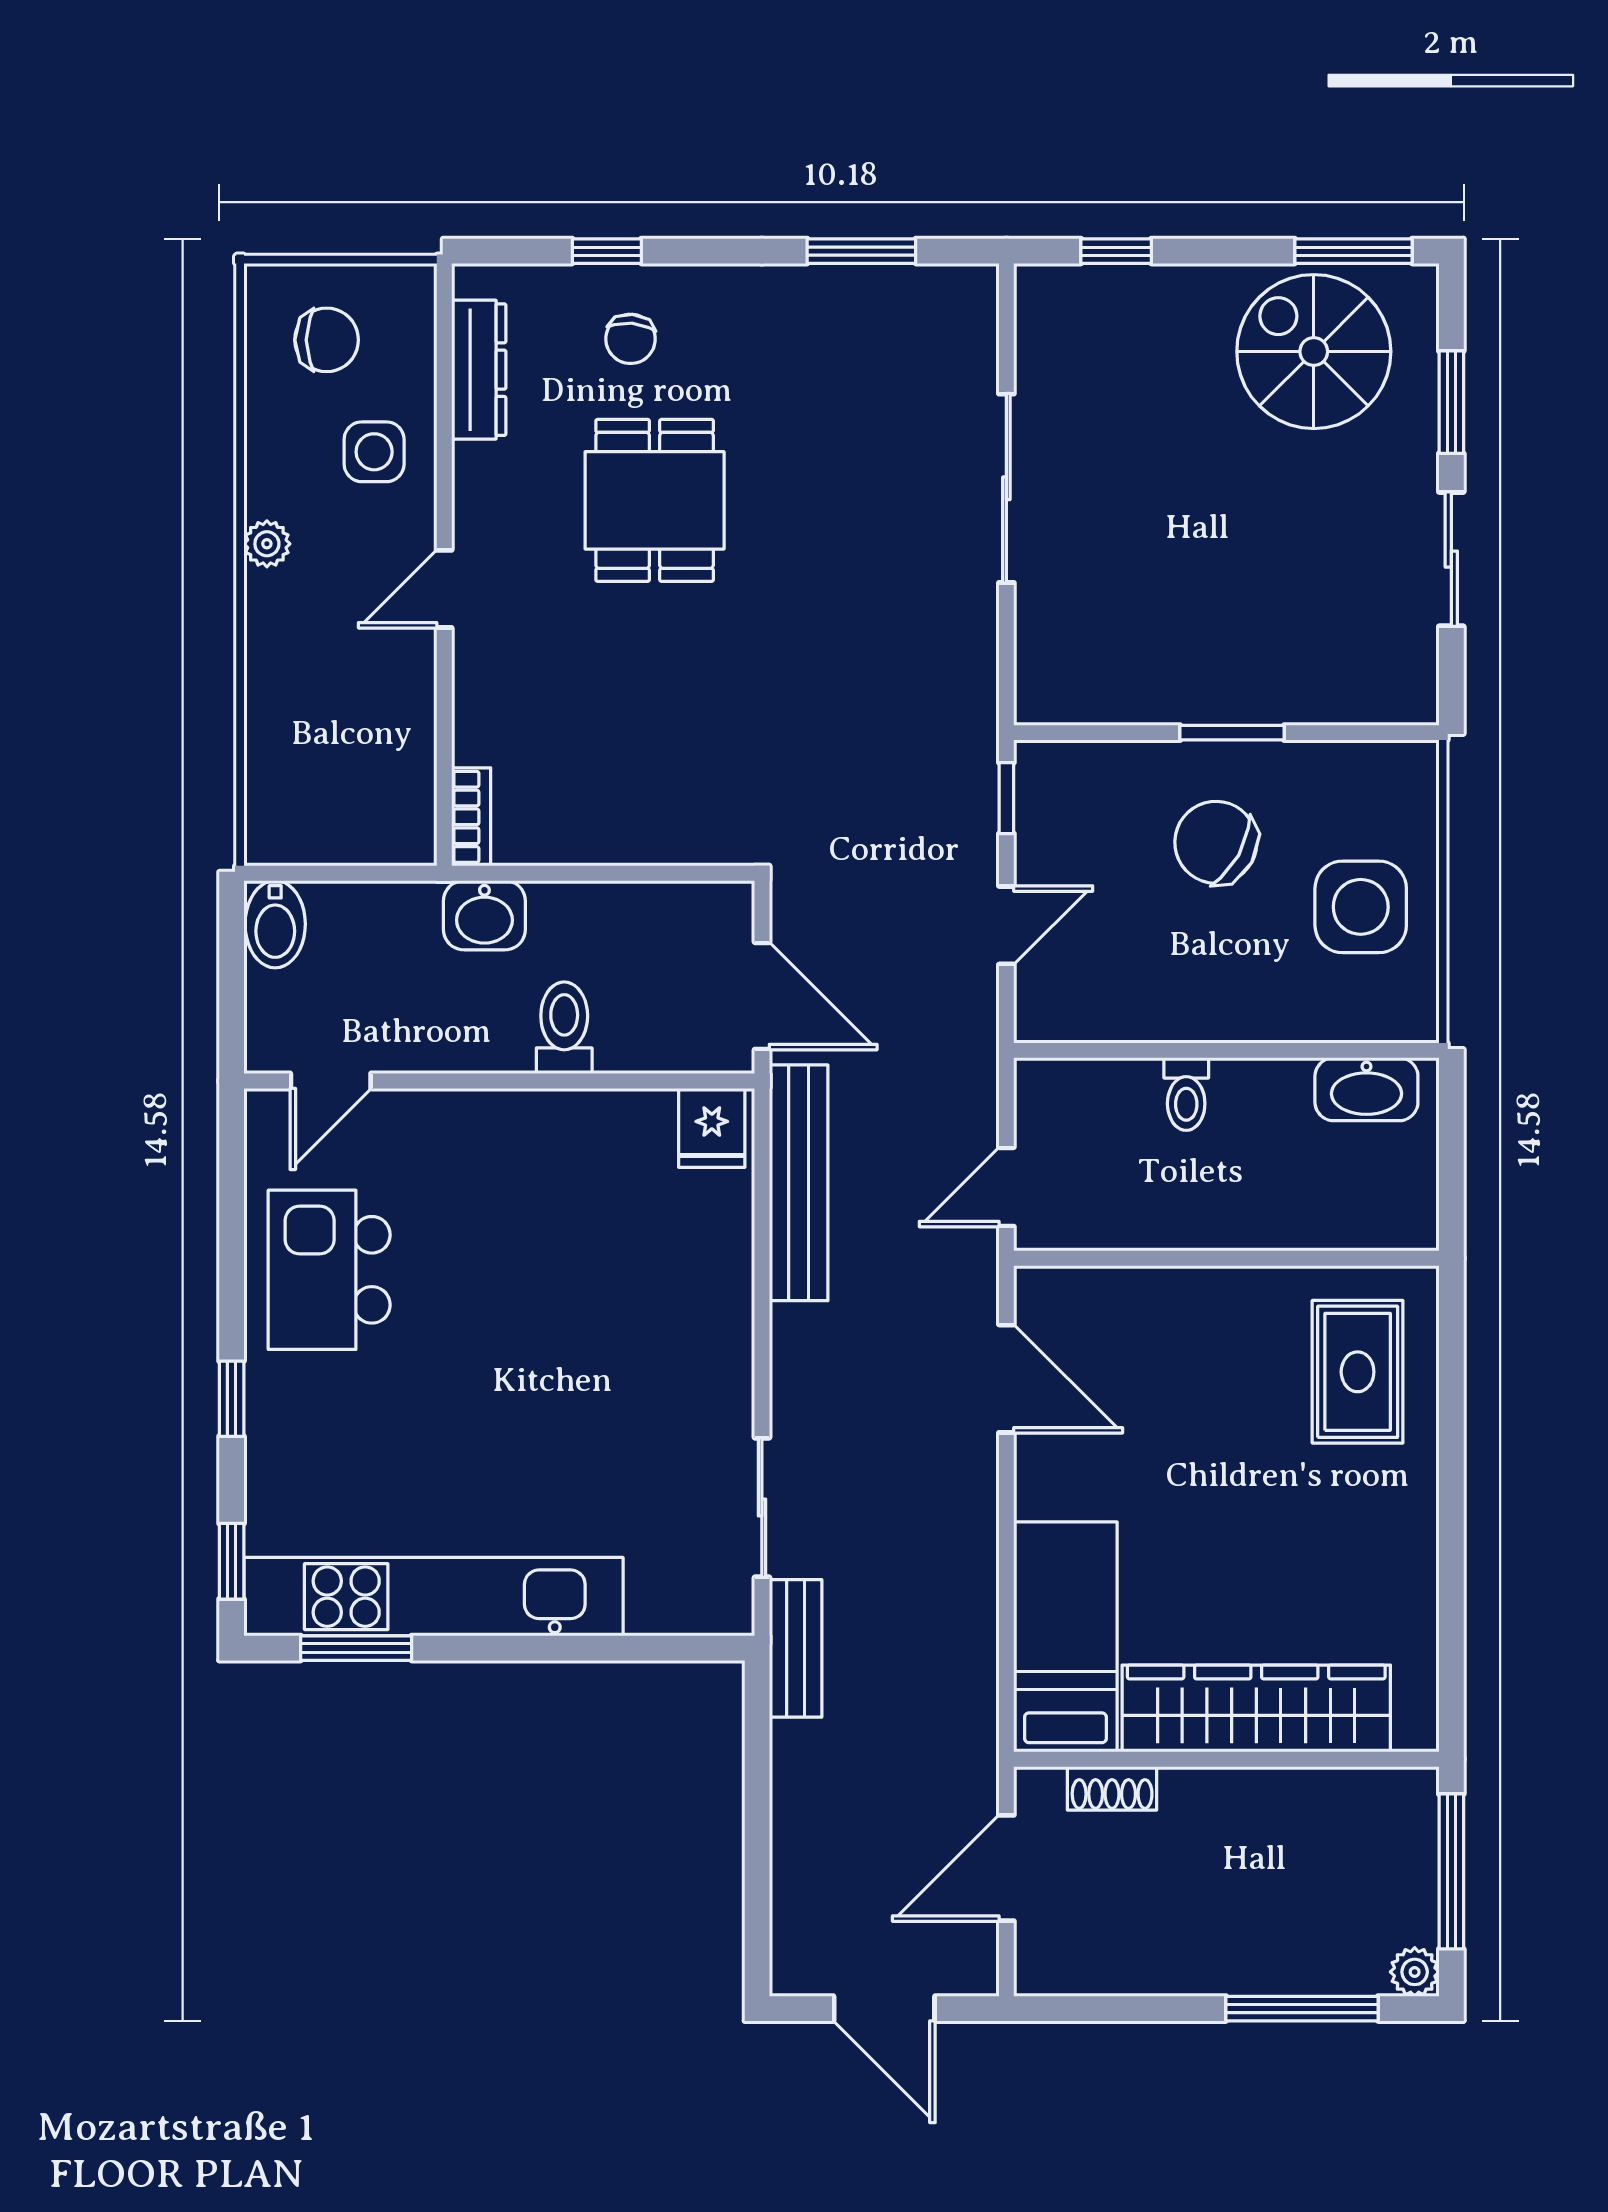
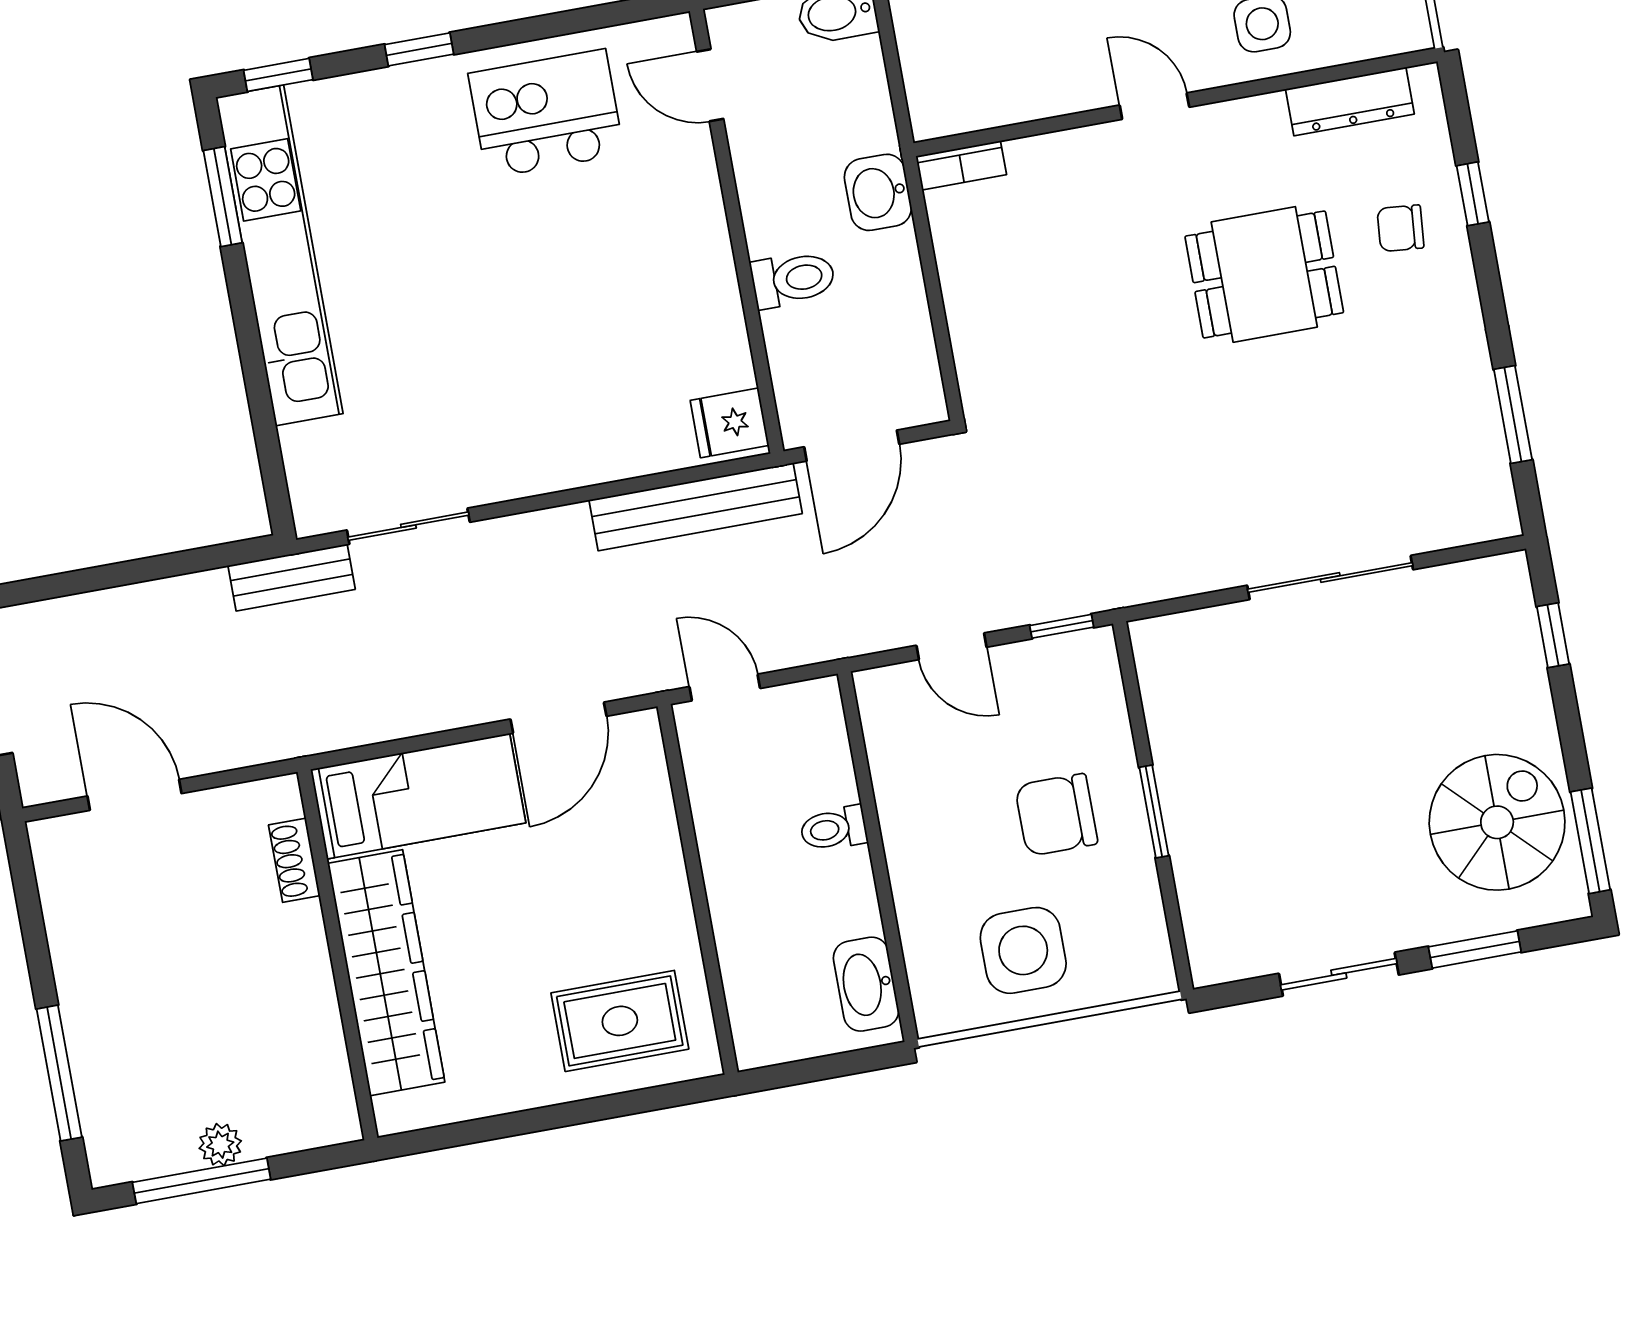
chair: (1216, 842) -> (1056, 815), turned -119
bed: (1065, 1637) -> (418, 796), moved
wardrobe: (1256, 1708) -> (386, 973), moved
wall: (1226, 1759) -> (338, 955), moved
shoe rack: (1112, 1788) -> (294, 860), moved
plant: (1415, 1972) -> (220, 1145), moved

